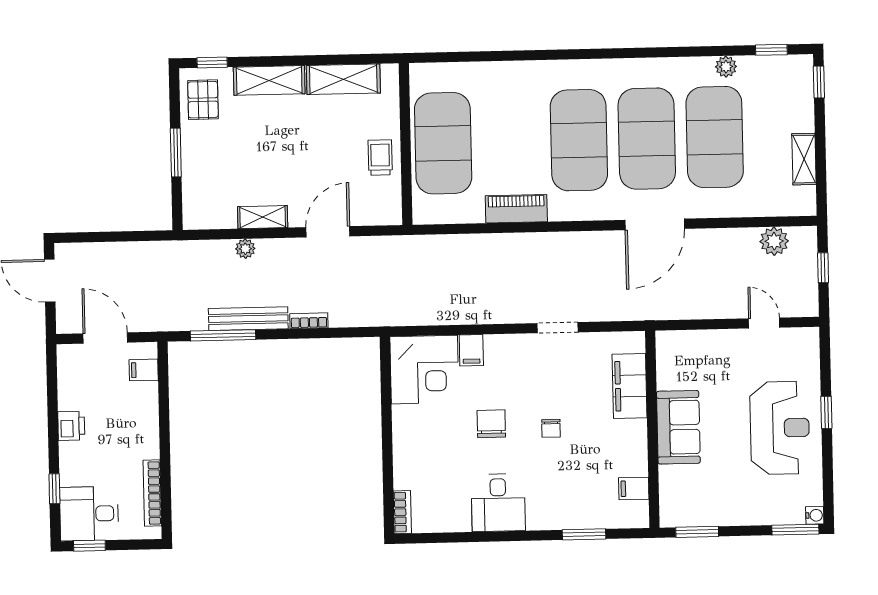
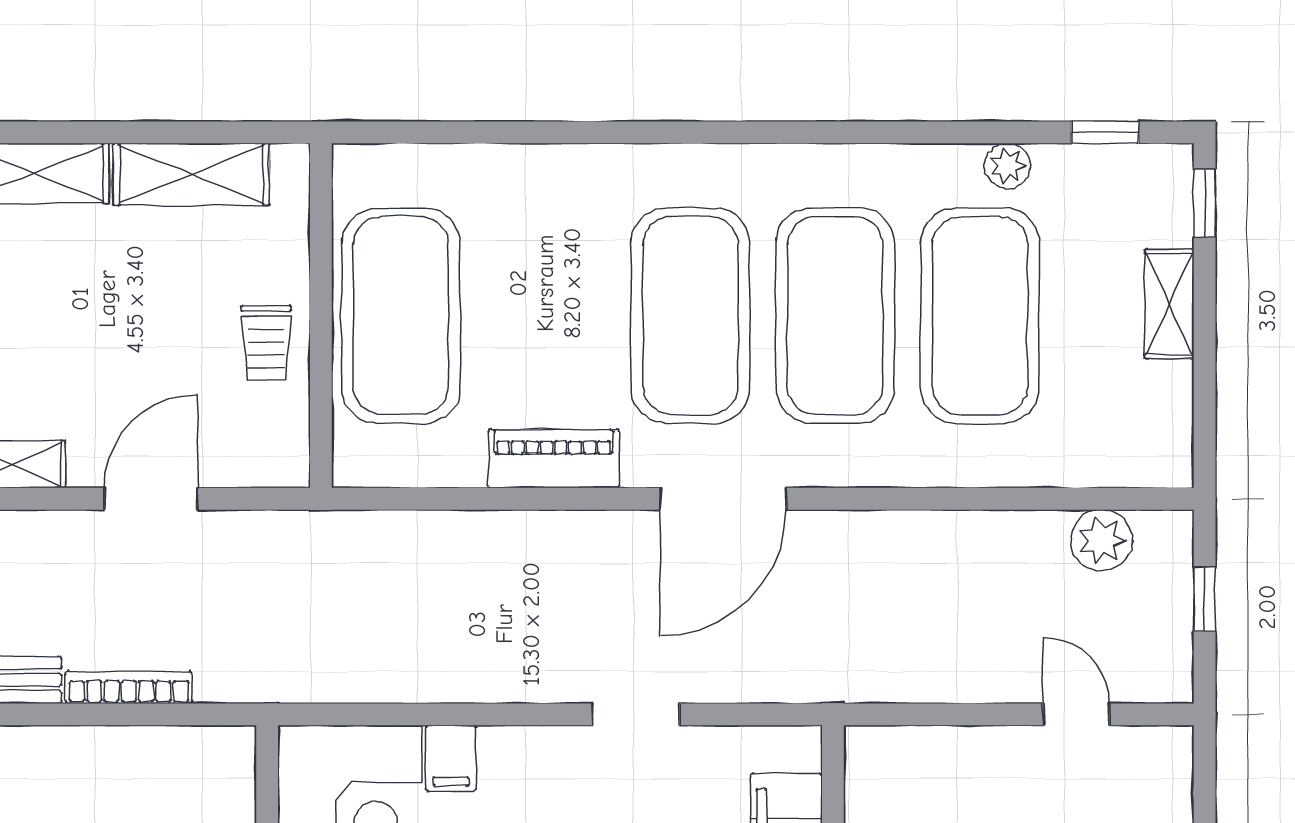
trolley: (380, 158) -> (266, 343), turned 180
shelving: (804, 159) -> (1169, 304), moved
door: (655, 224) -> (723, 499), moved
bookcase: (309, 321) -> (129, 687), width x1.56

